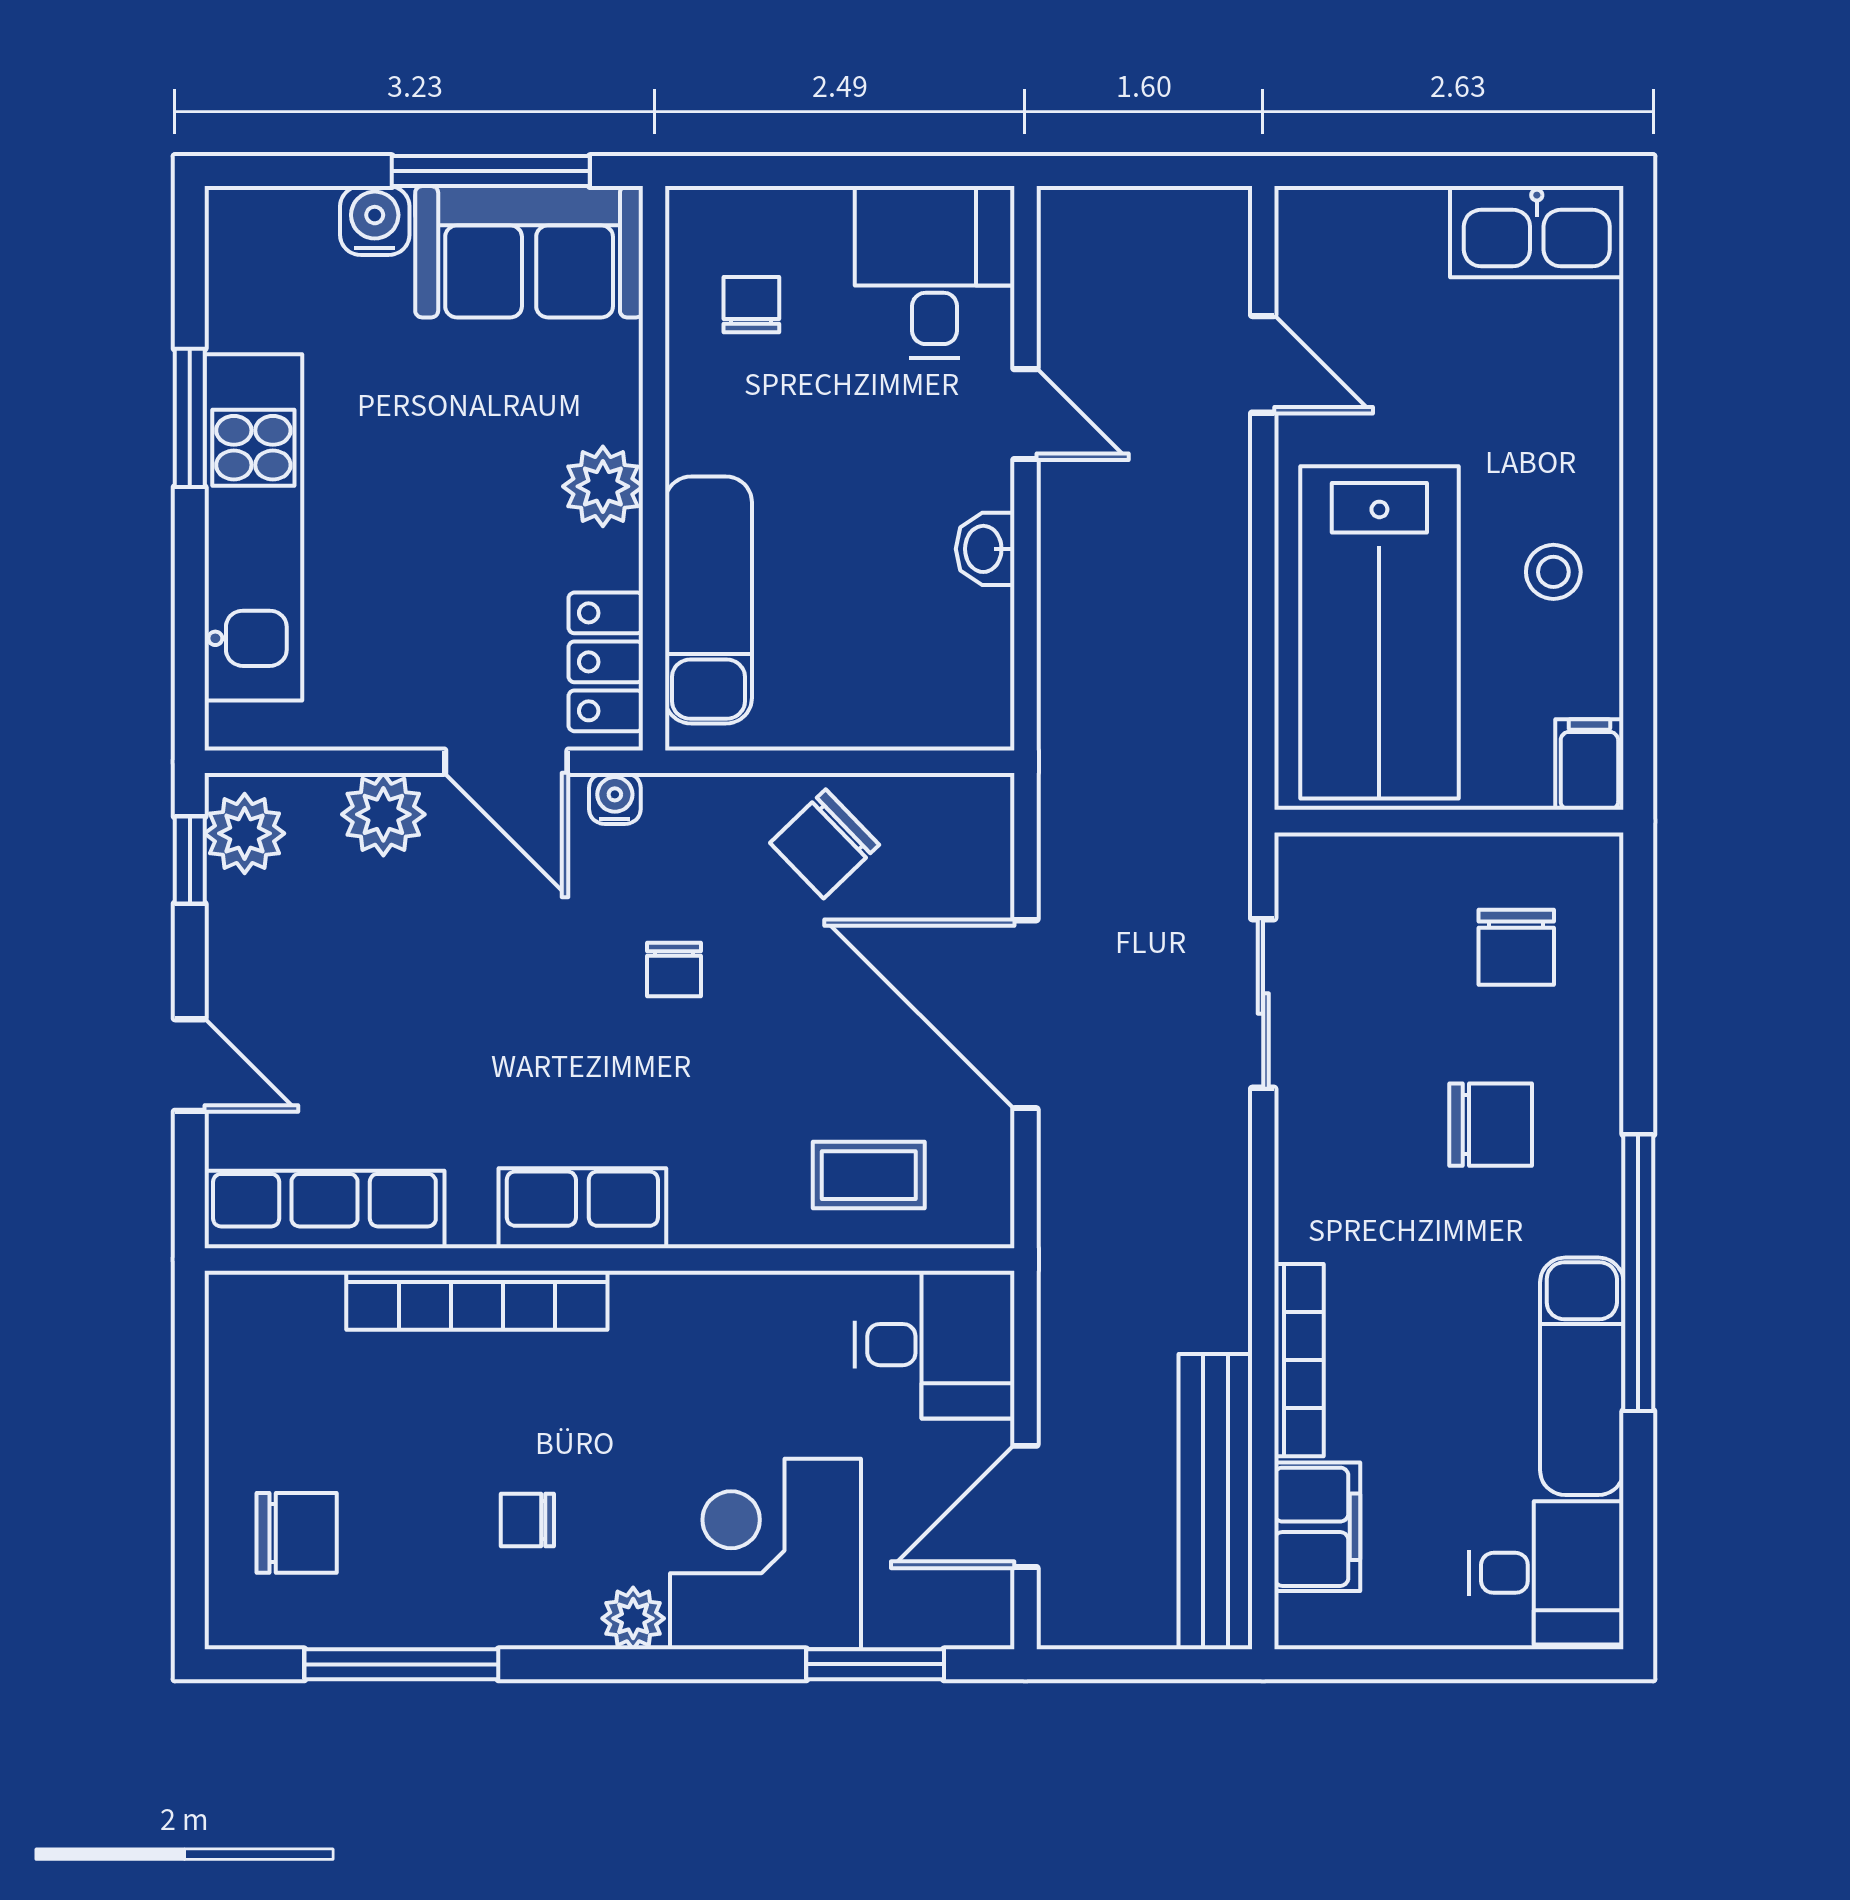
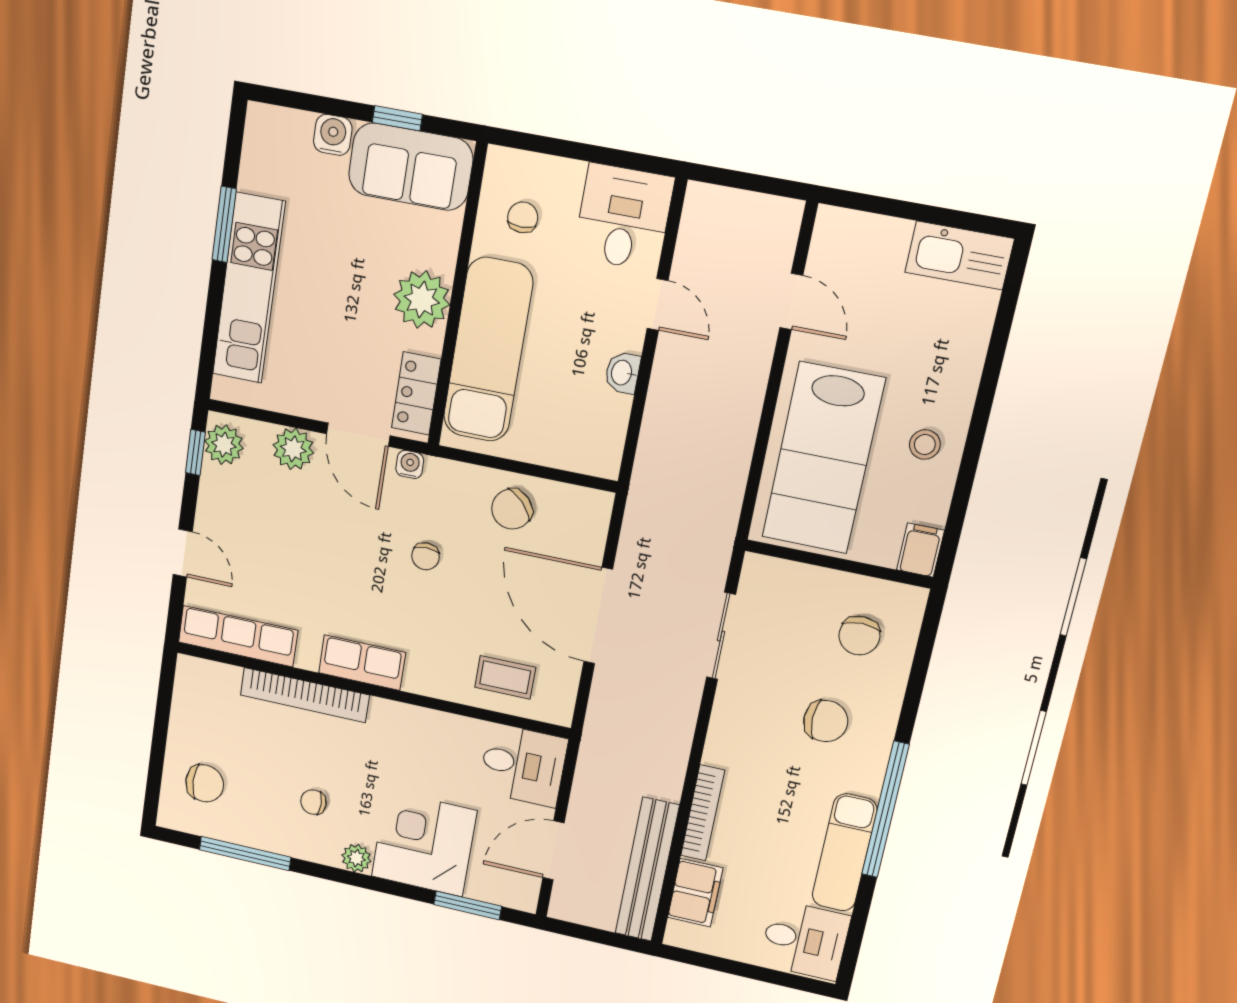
window: (491, 171) -> (397, 118), width x0.46
plant: (603, 486) -> (422, 300), width x1.36, depth x1.36
exam couch: (708, 600) -> (488, 350), width x1.36, depth x1.45

